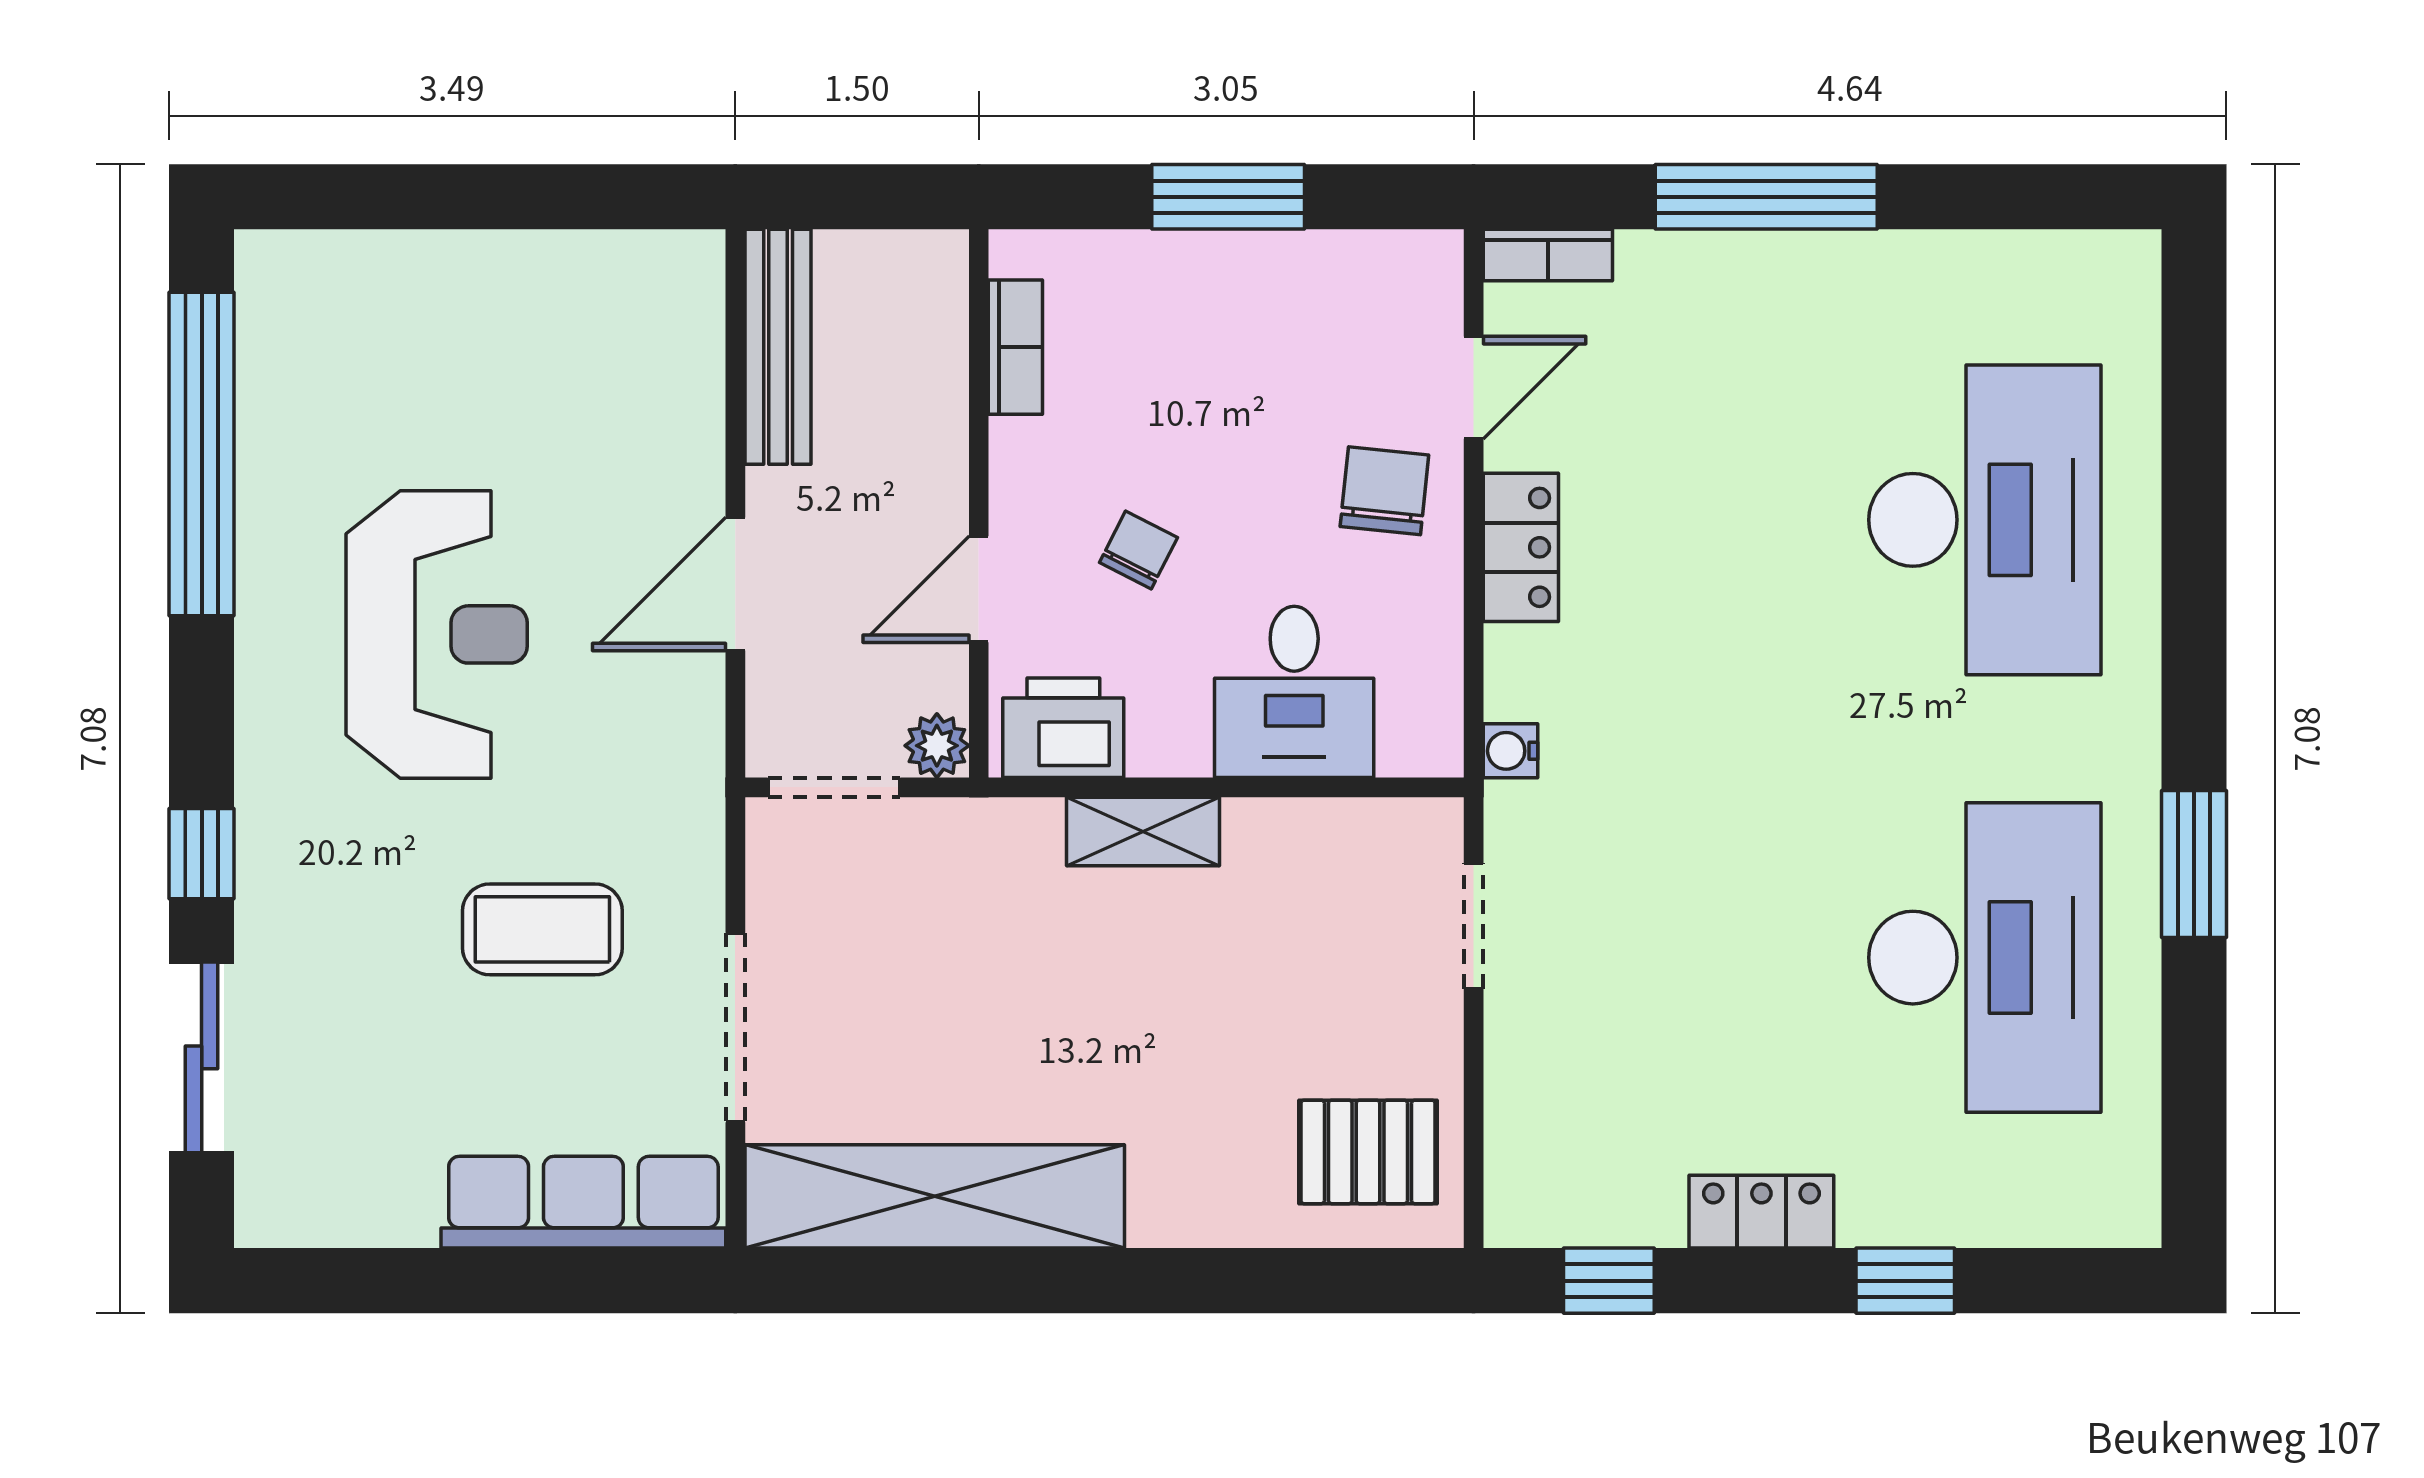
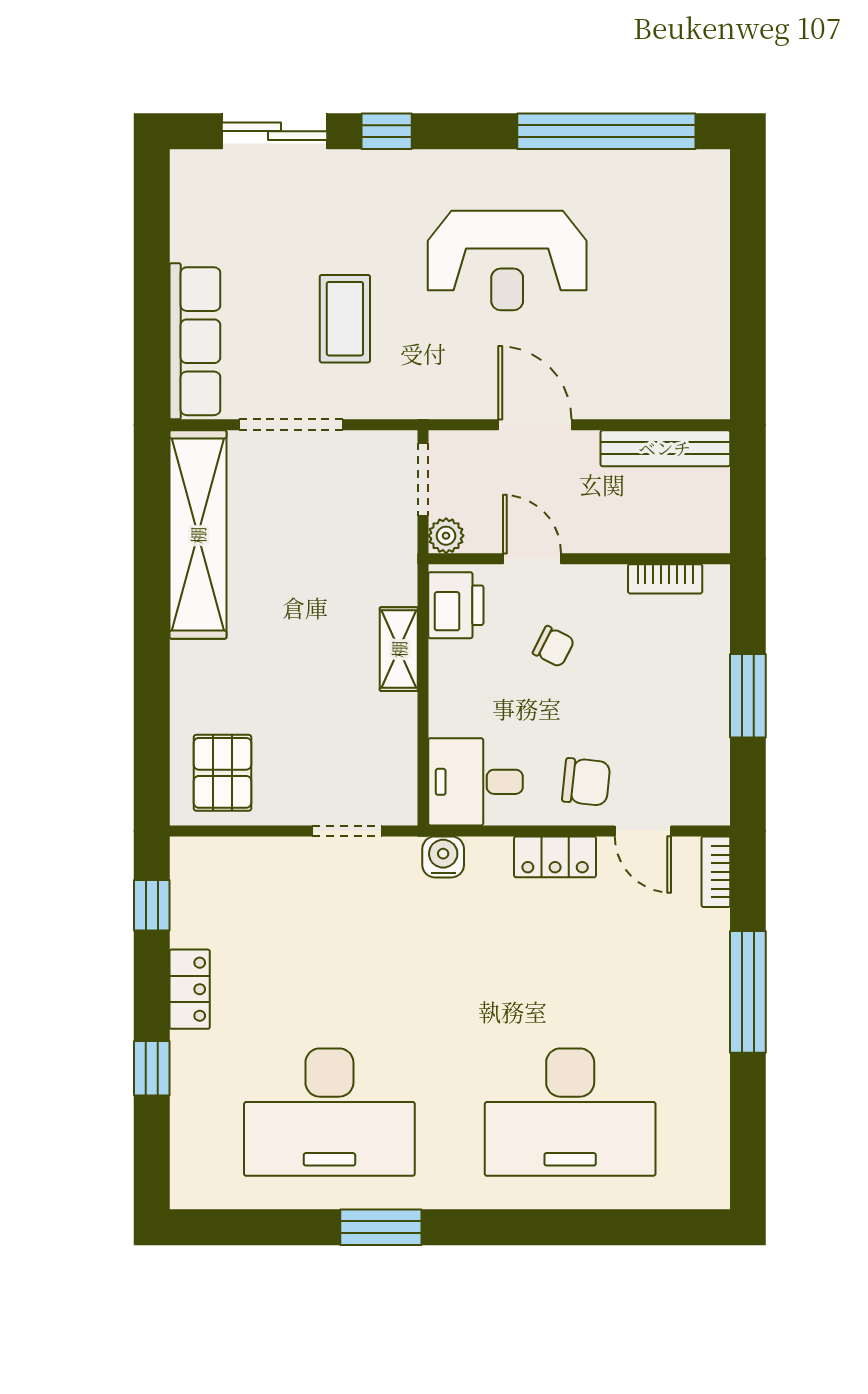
desk: (1294, 692) -> (476, 782), moved
water cooler: (1511, 751) -> (443, 857), width x1.38, depth x1.38

